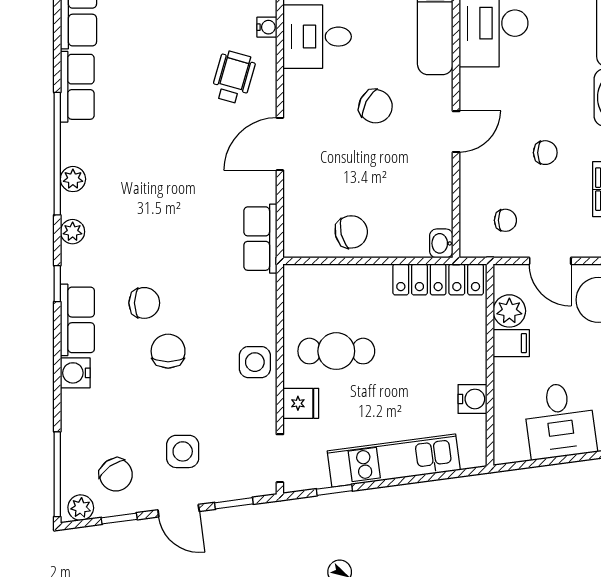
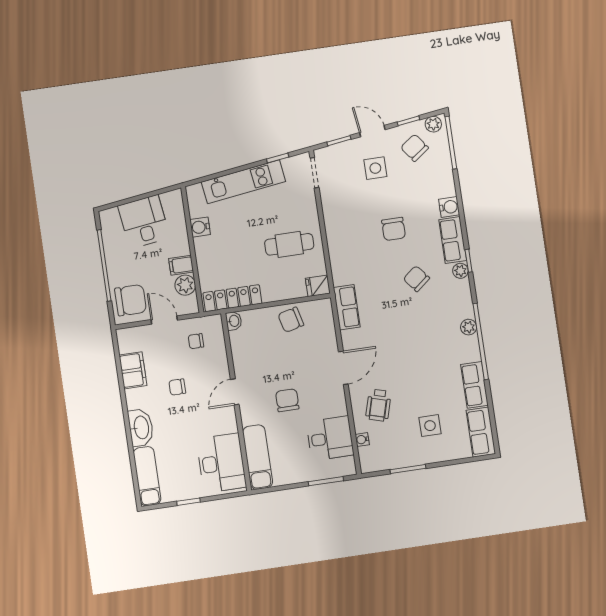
chair: (376, 106) -> (287, 400), turned 62
plant: (73, 232) -> (460, 271), moved
chair: (144, 303) -> (416, 279), moved, turned 51
side table: (255, 362) -> (430, 426), moved
fridge: (301, 403) -> (318, 286), moved

